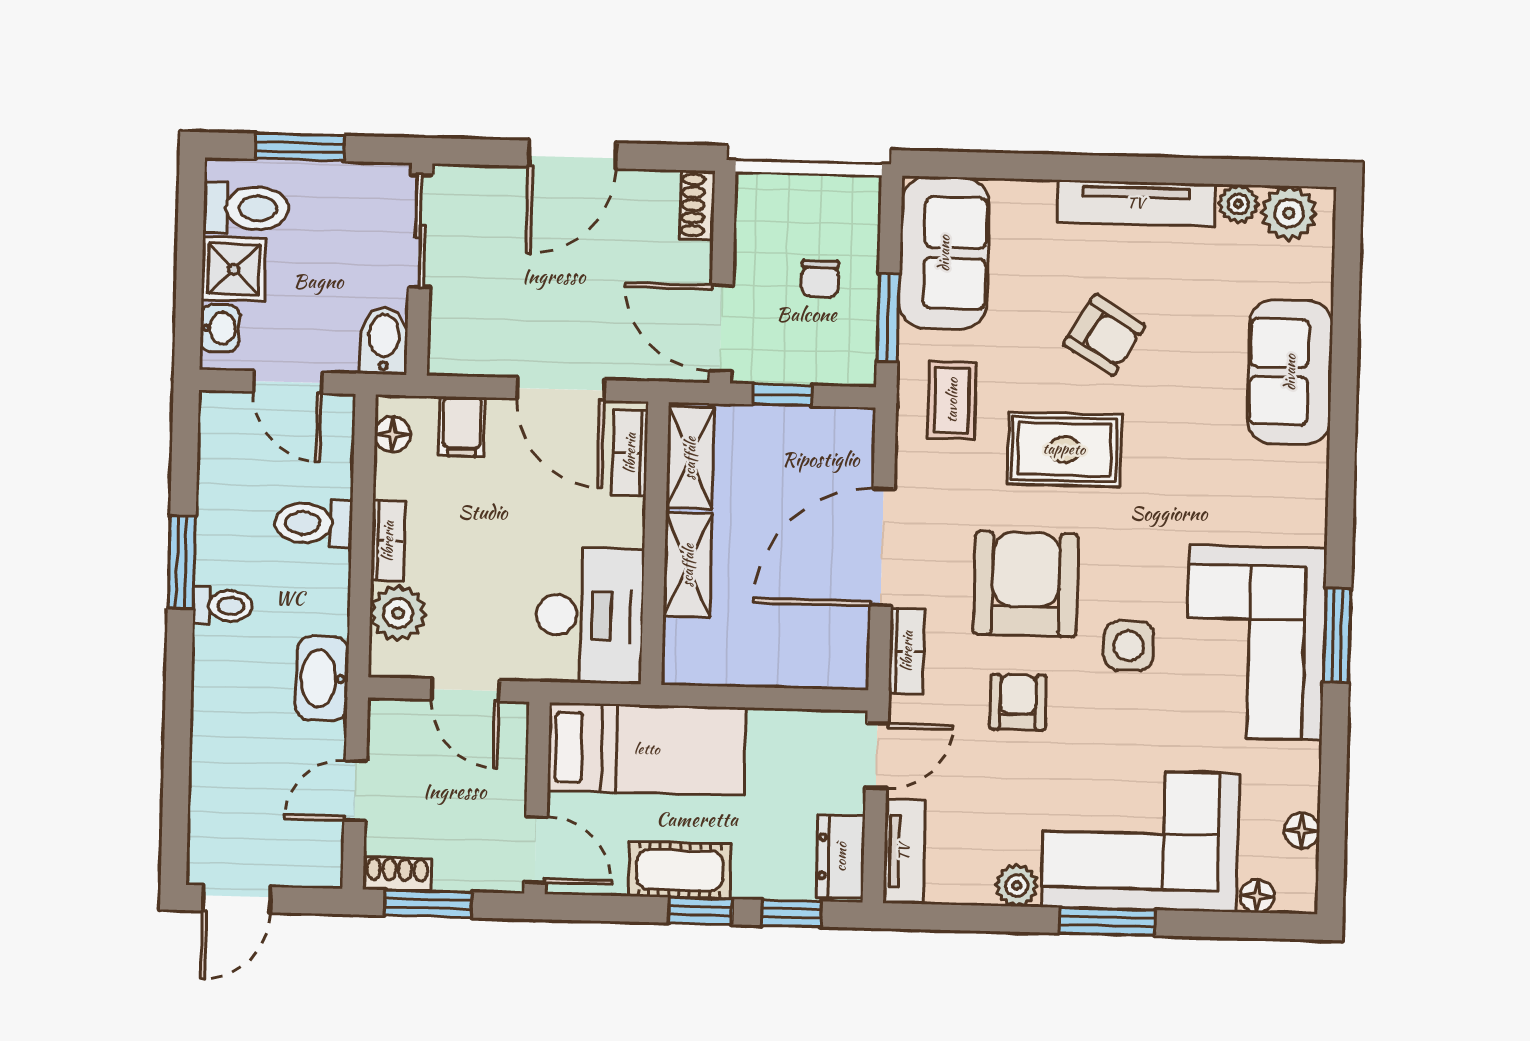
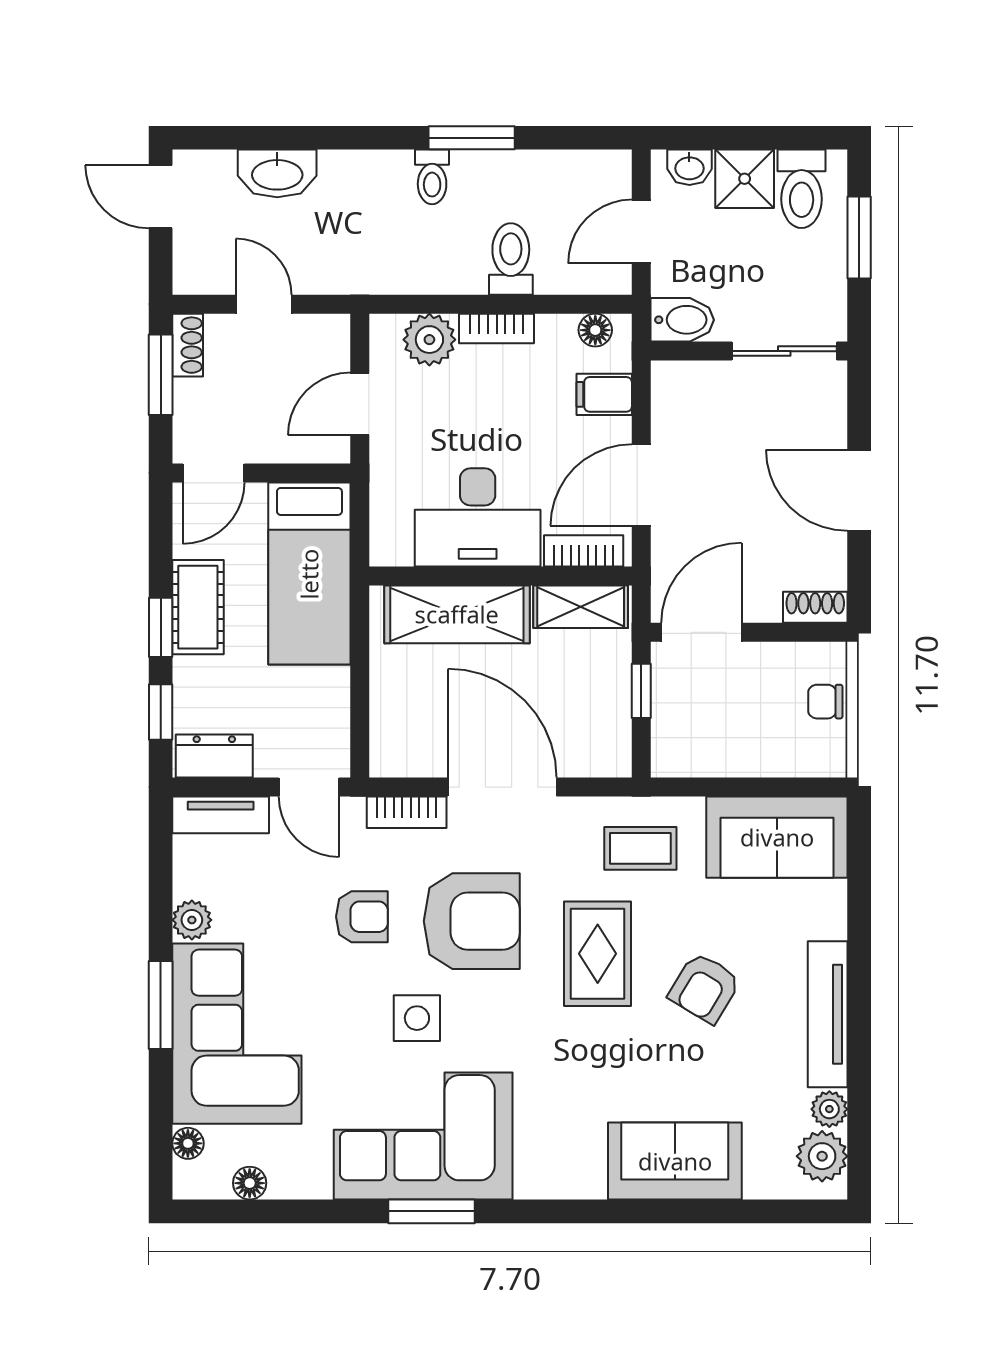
chair: (820, 279) -> (825, 702), moved
window: (888, 318) -> (715, 787), removed
shelving: (688, 565) -> (457, 614), width x1.50, depth x1.33
desk: (590, 616) -> (478, 517), moved
washbasin: (322, 678) -> (277, 173), moved, turned 180

